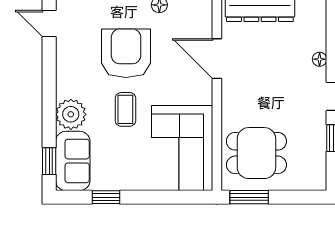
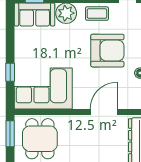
coffee table: (125, 109) -> (97, 14), moved
window: (106, 197) -> (10, 72), moved

